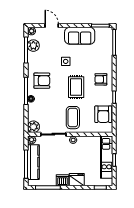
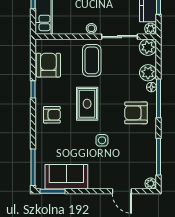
sofa: (80, 36) -> (66, 177), moved
plant: (33, 46) -> (148, 73), moved

